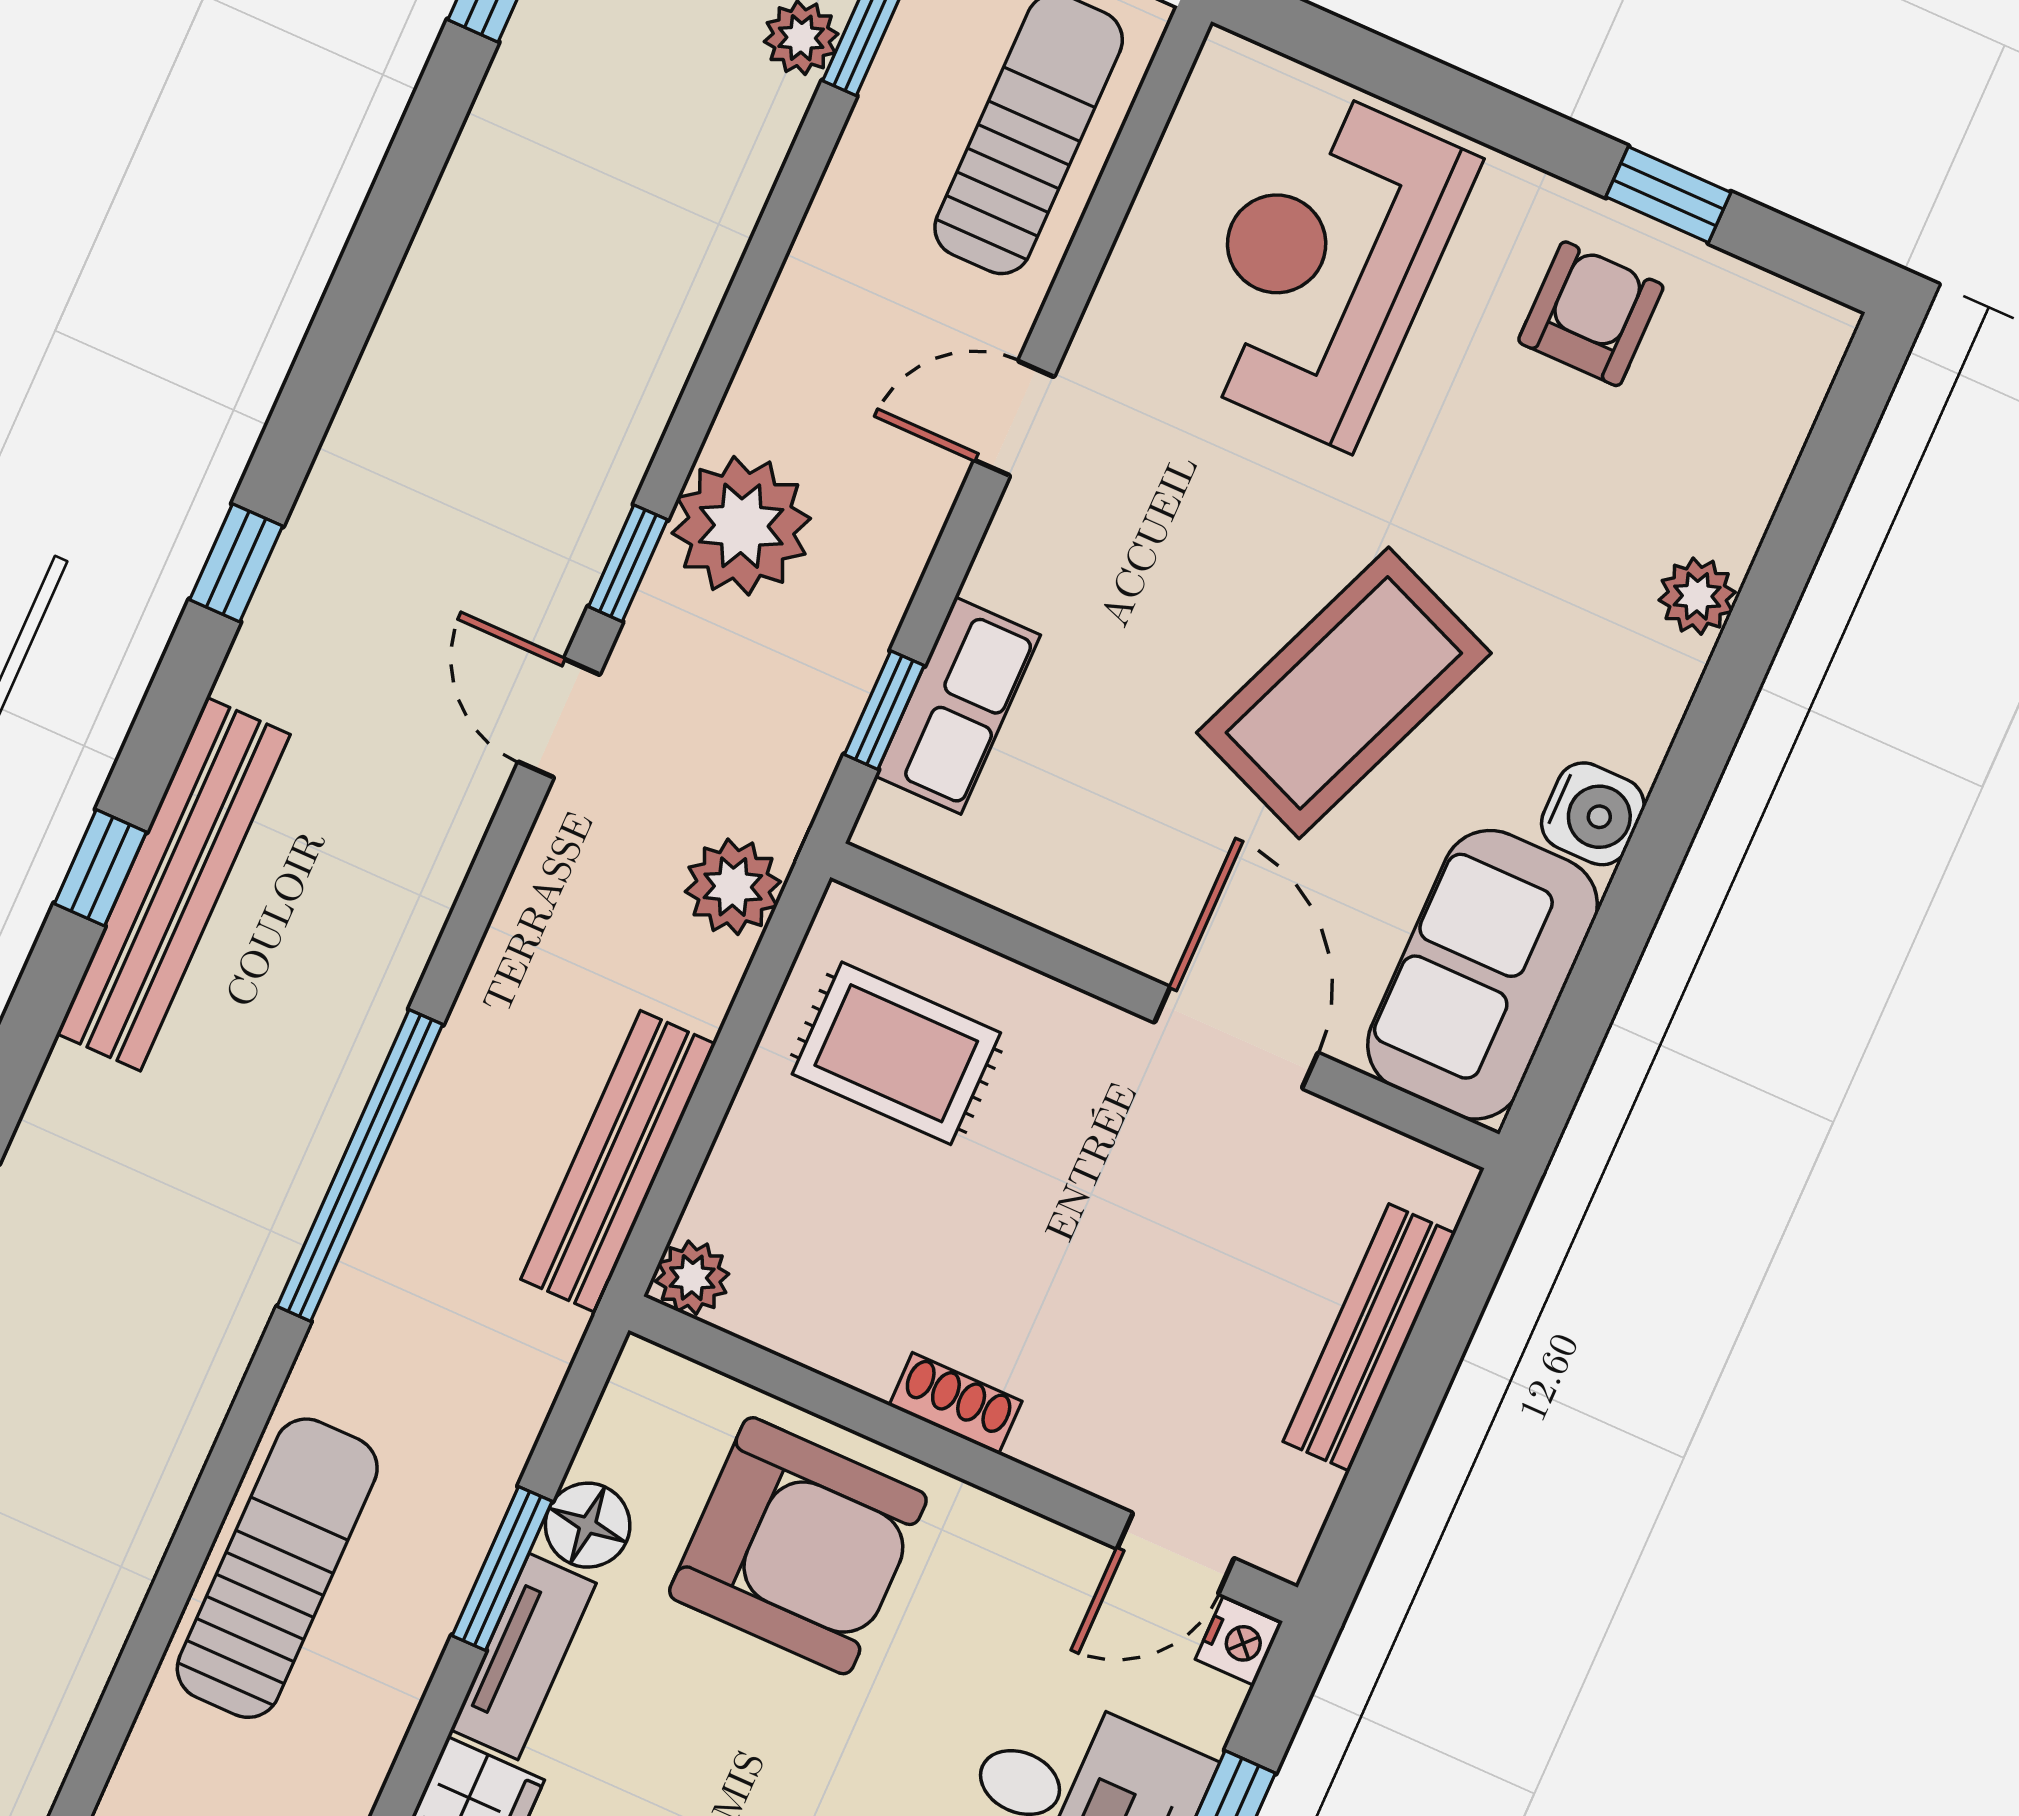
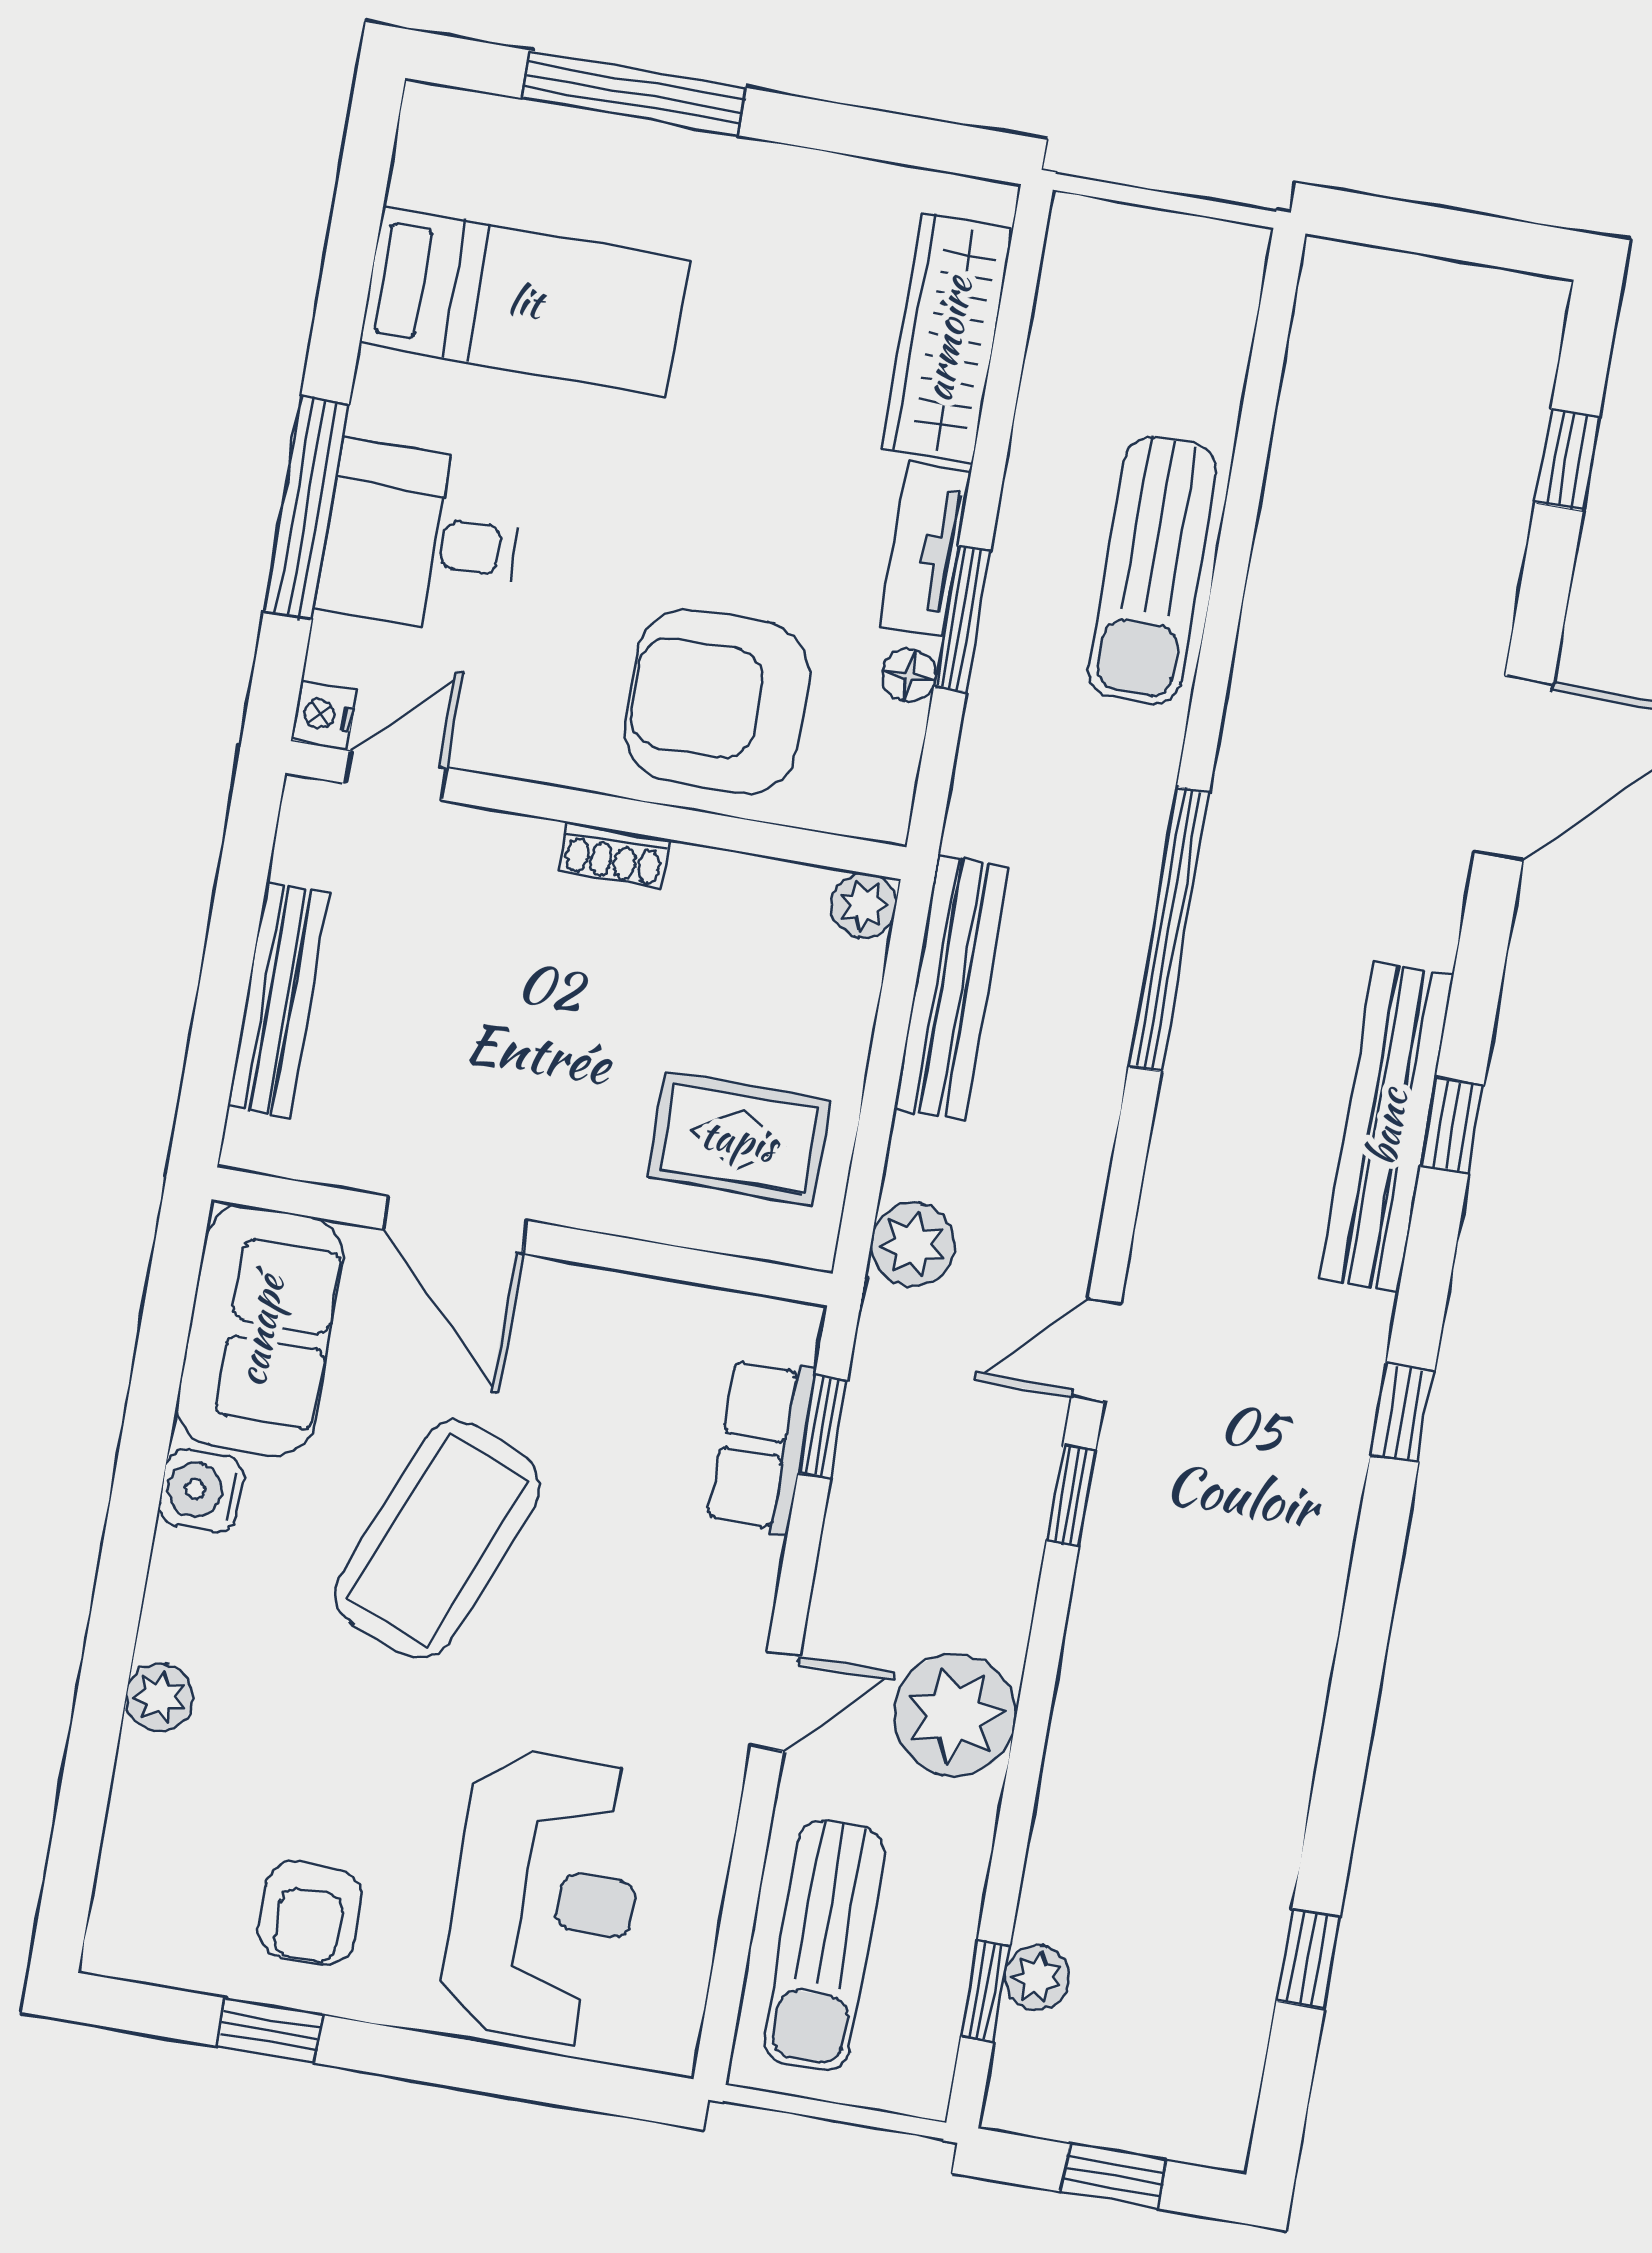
plant: (741, 526) -> (955, 1715), moved
door: (559, 718) -> (1096, 1350), swing flipped
floor lamp: (588, 1525) -> (909, 675), width x0.73, depth x0.73

